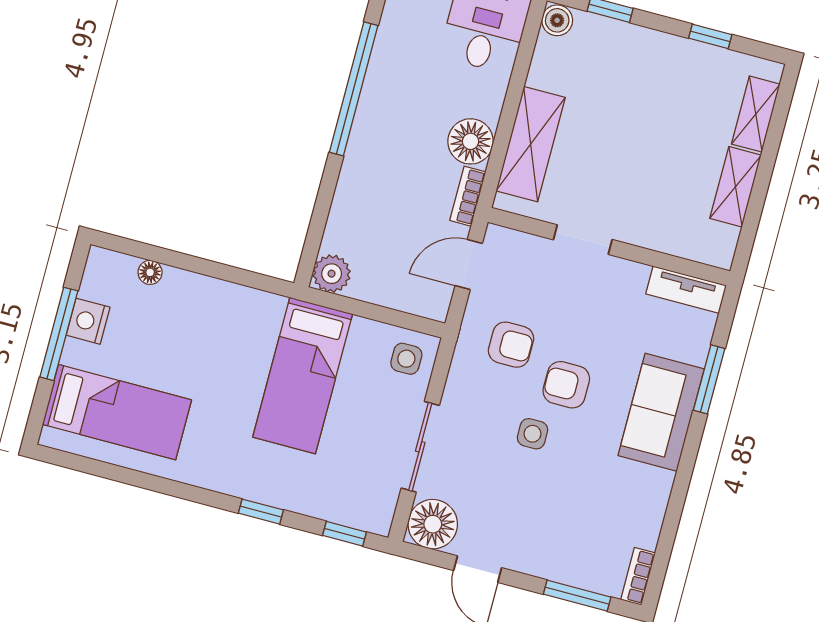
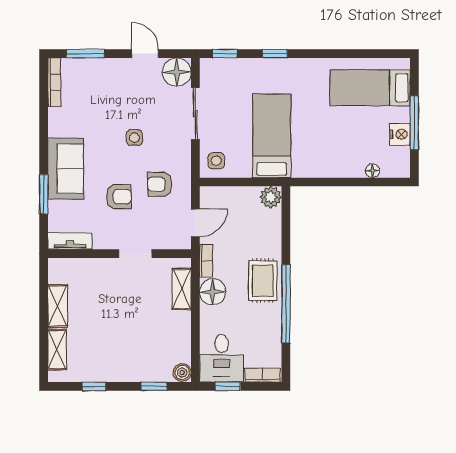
rug: (382, 138) -> (263, 281), added
shelving: (531, 144) -> (182, 289), width x0.67, depth x0.75
armchair: (566, 385) -> (119, 197), moved
bookcase: (638, 576) -> (54, 82), width x1.56

